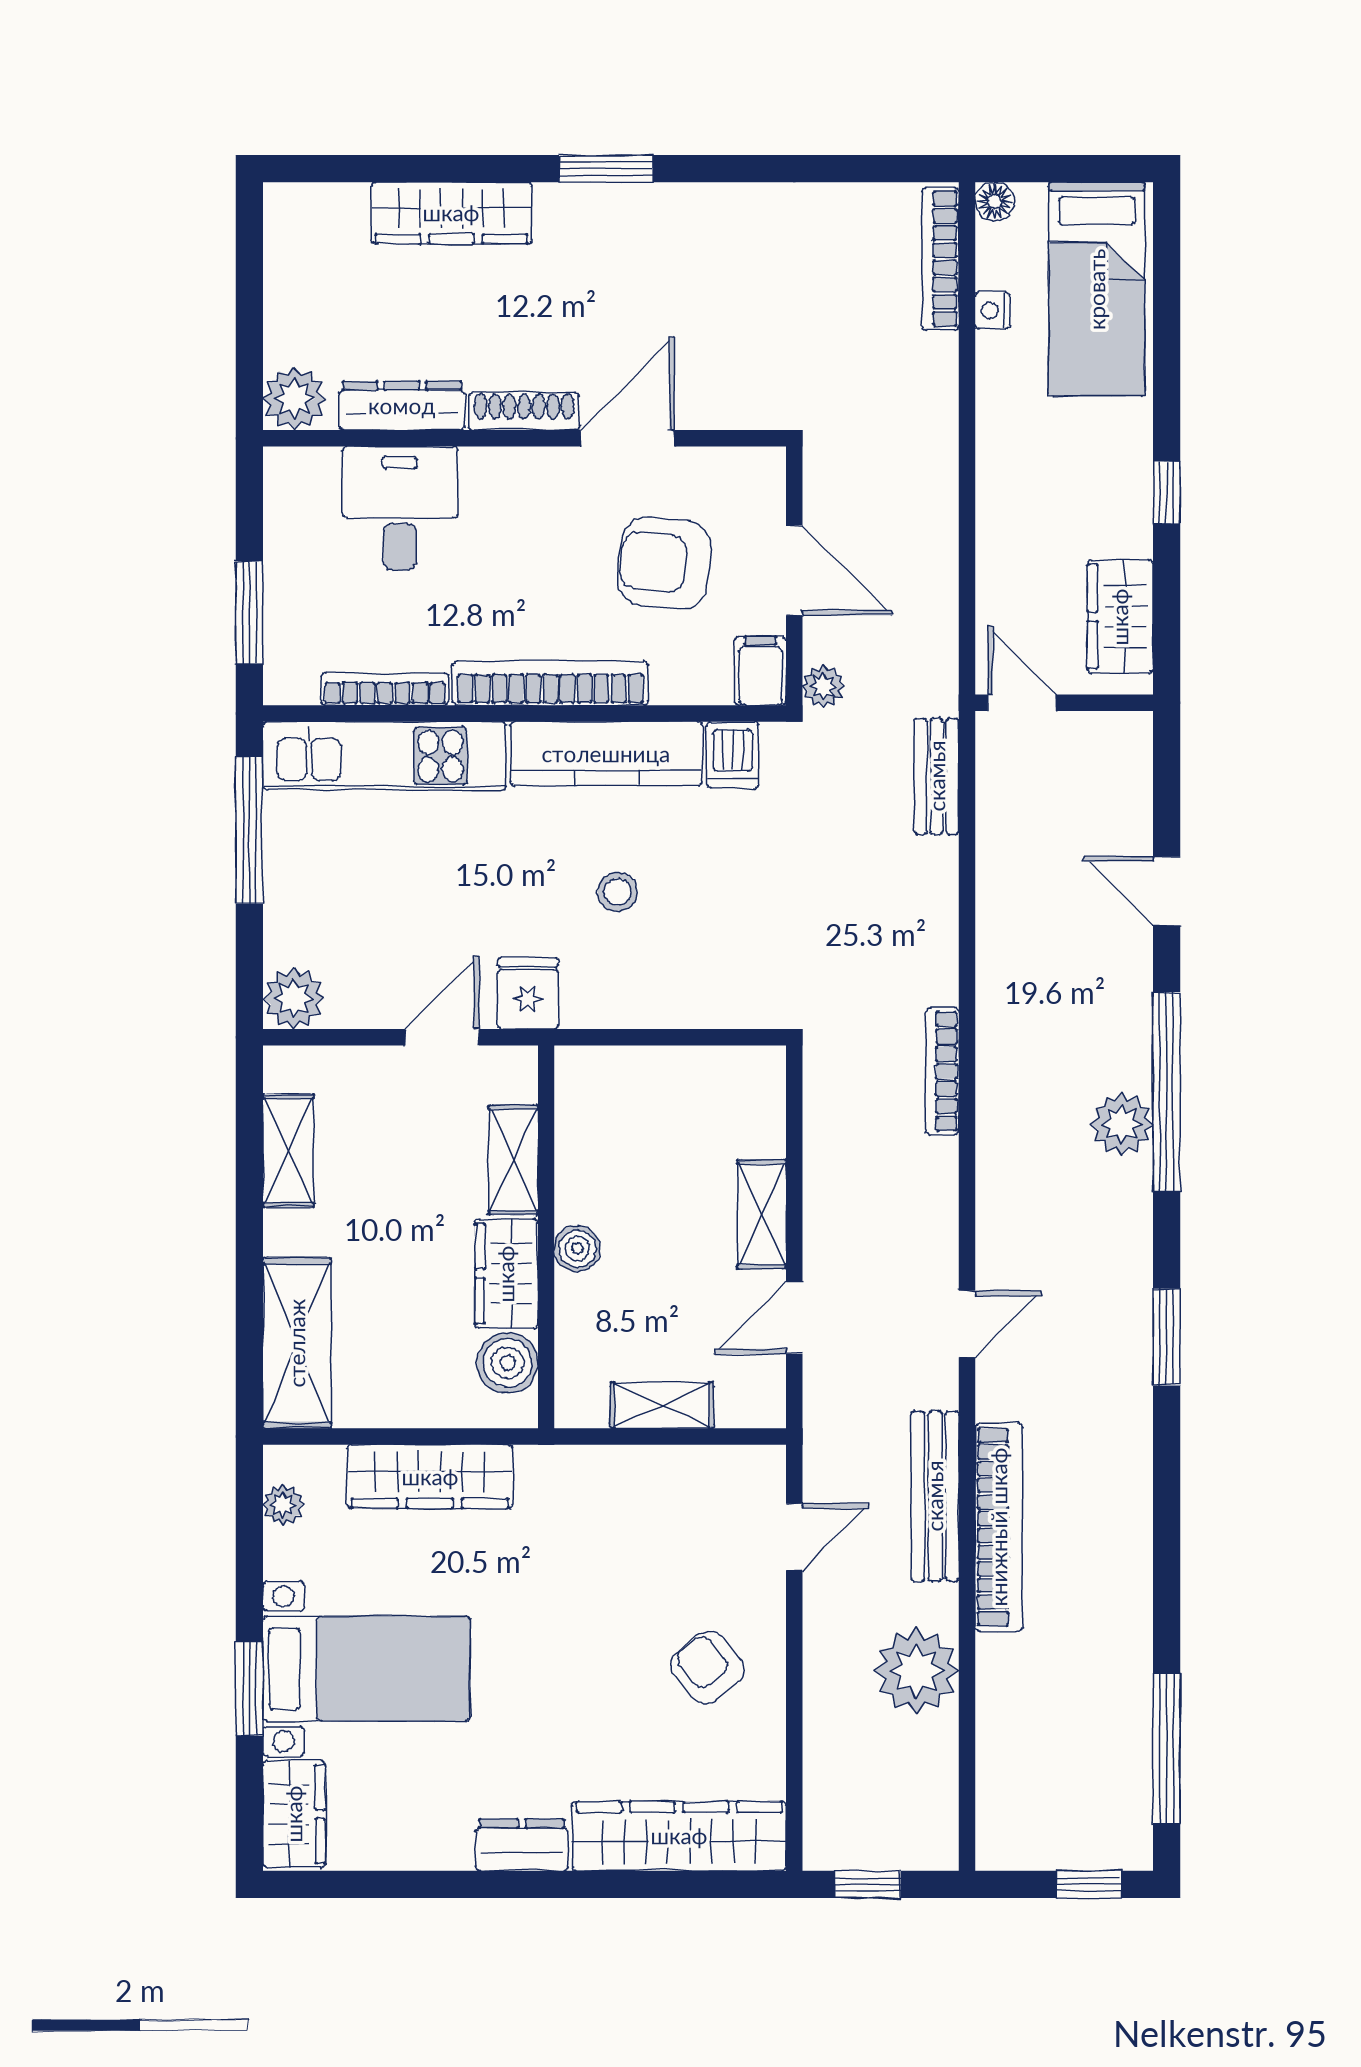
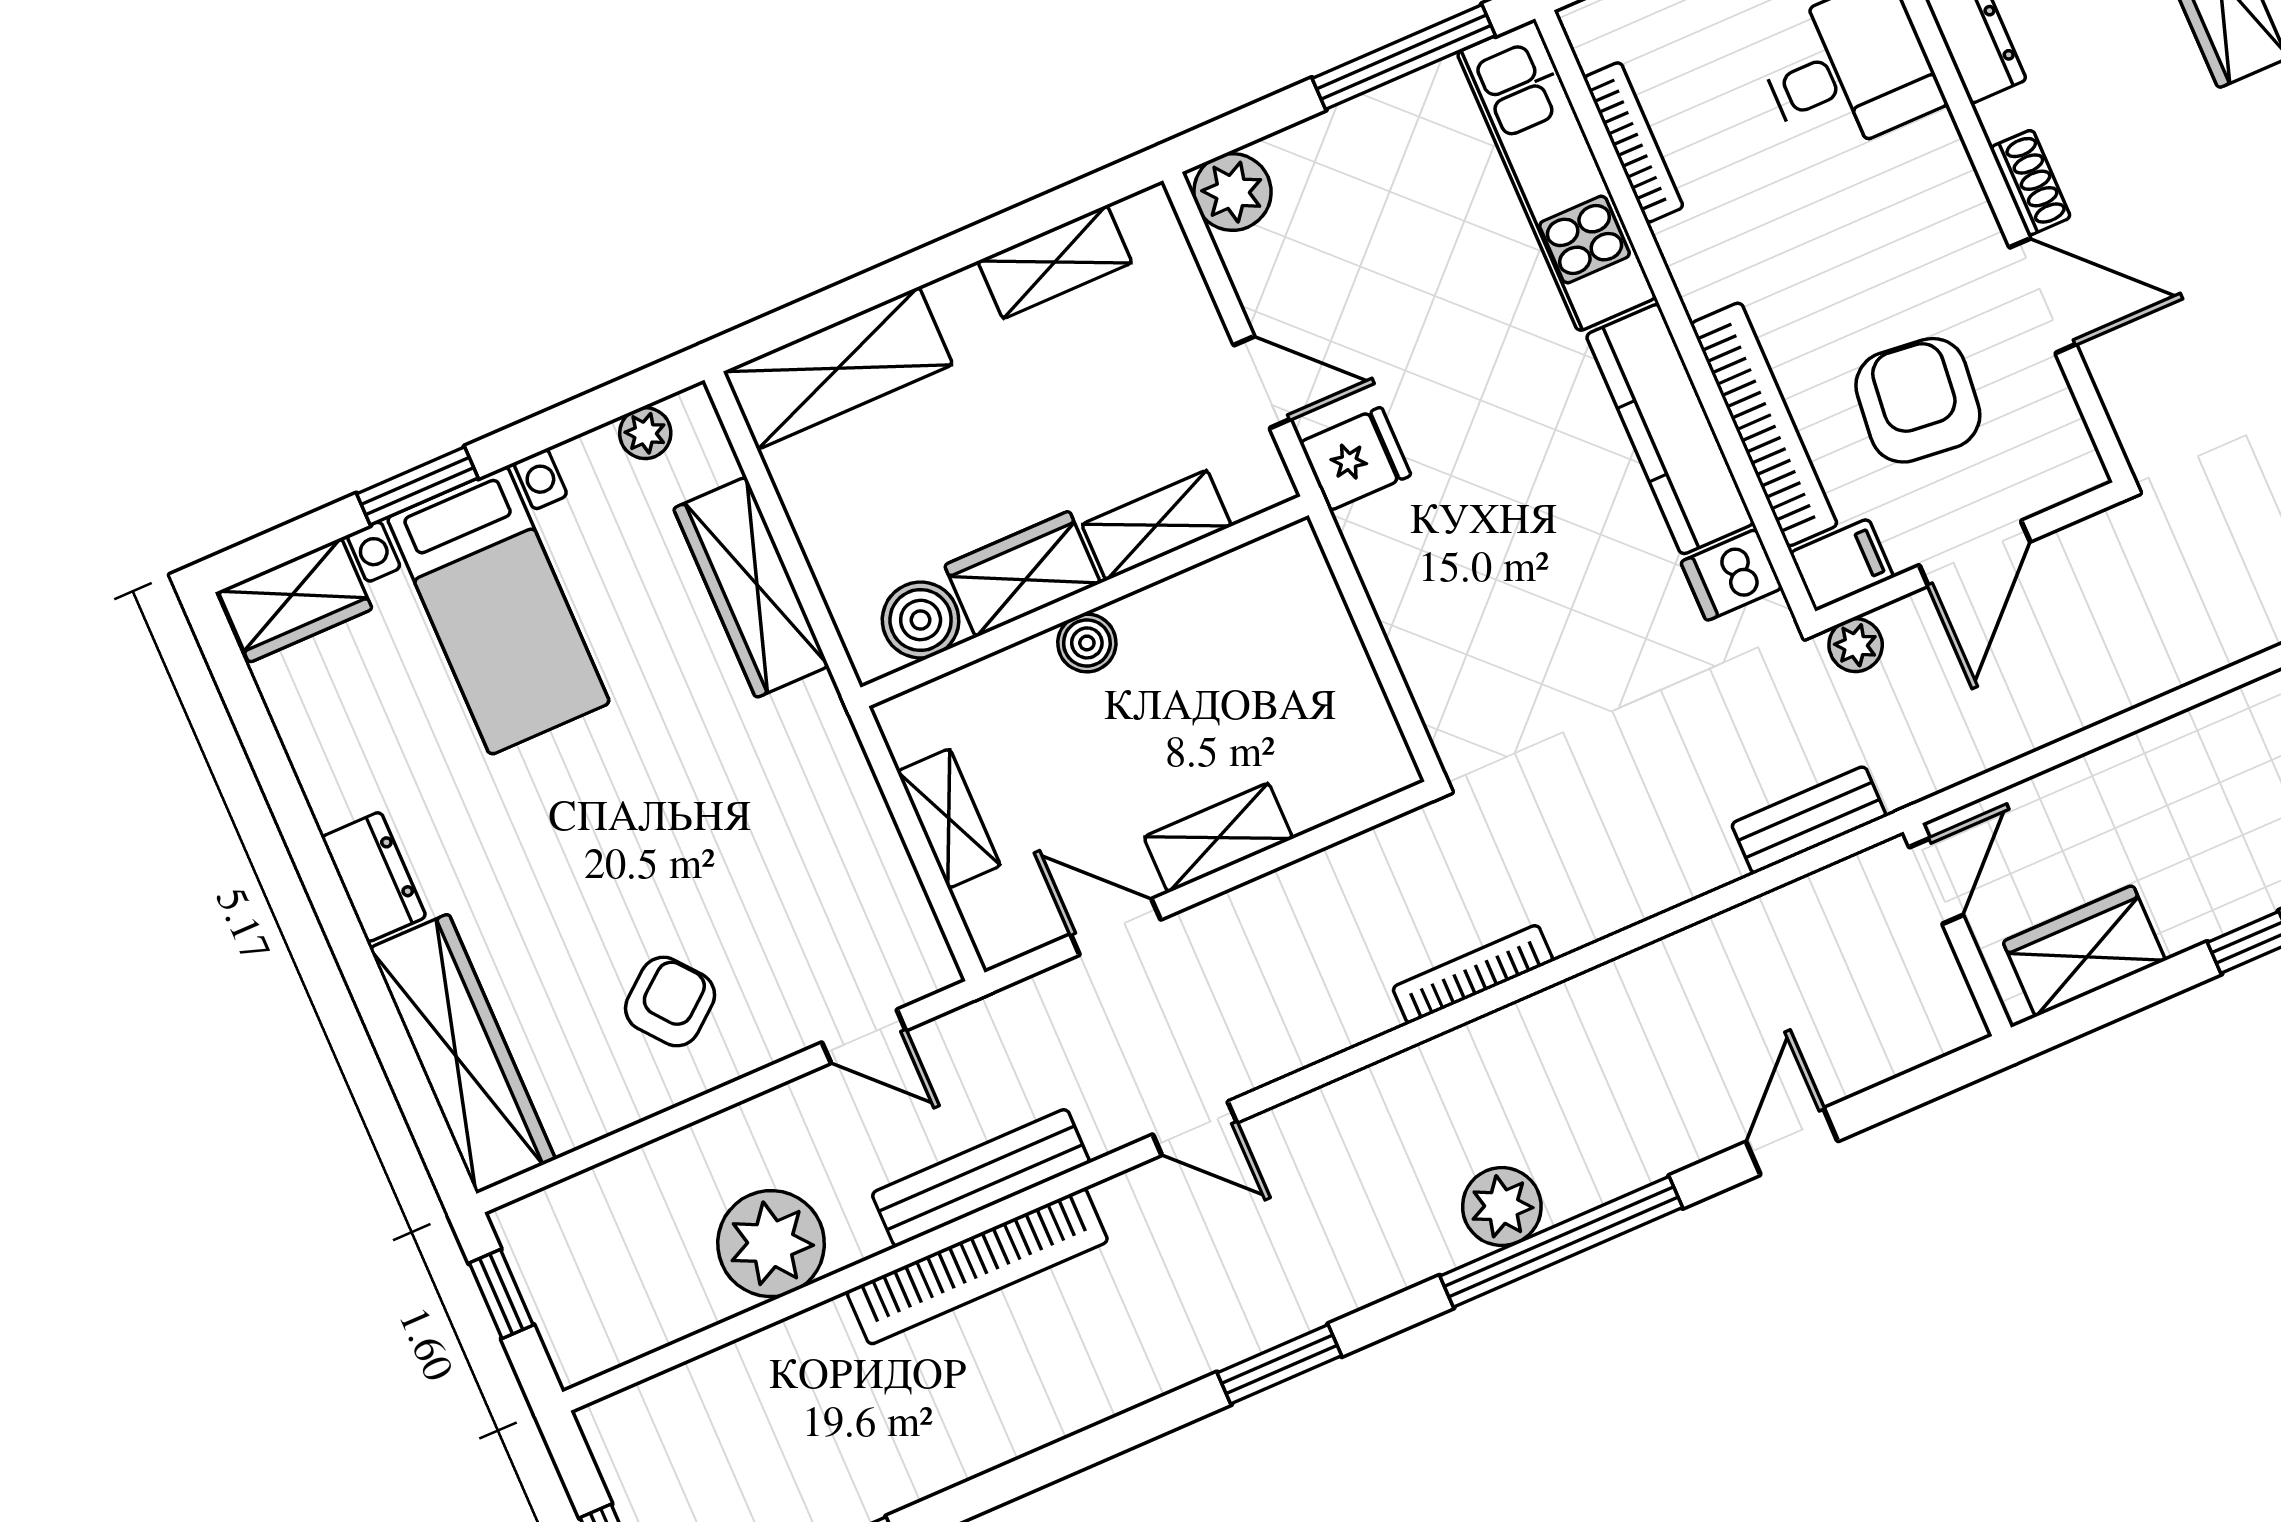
shoe rack: (524, 411) -> (2030, 183), width x0.70
bookcase: (550, 683) -> (1764, 424), moved
stool: (618, 892) -> (1517, 511), removed

